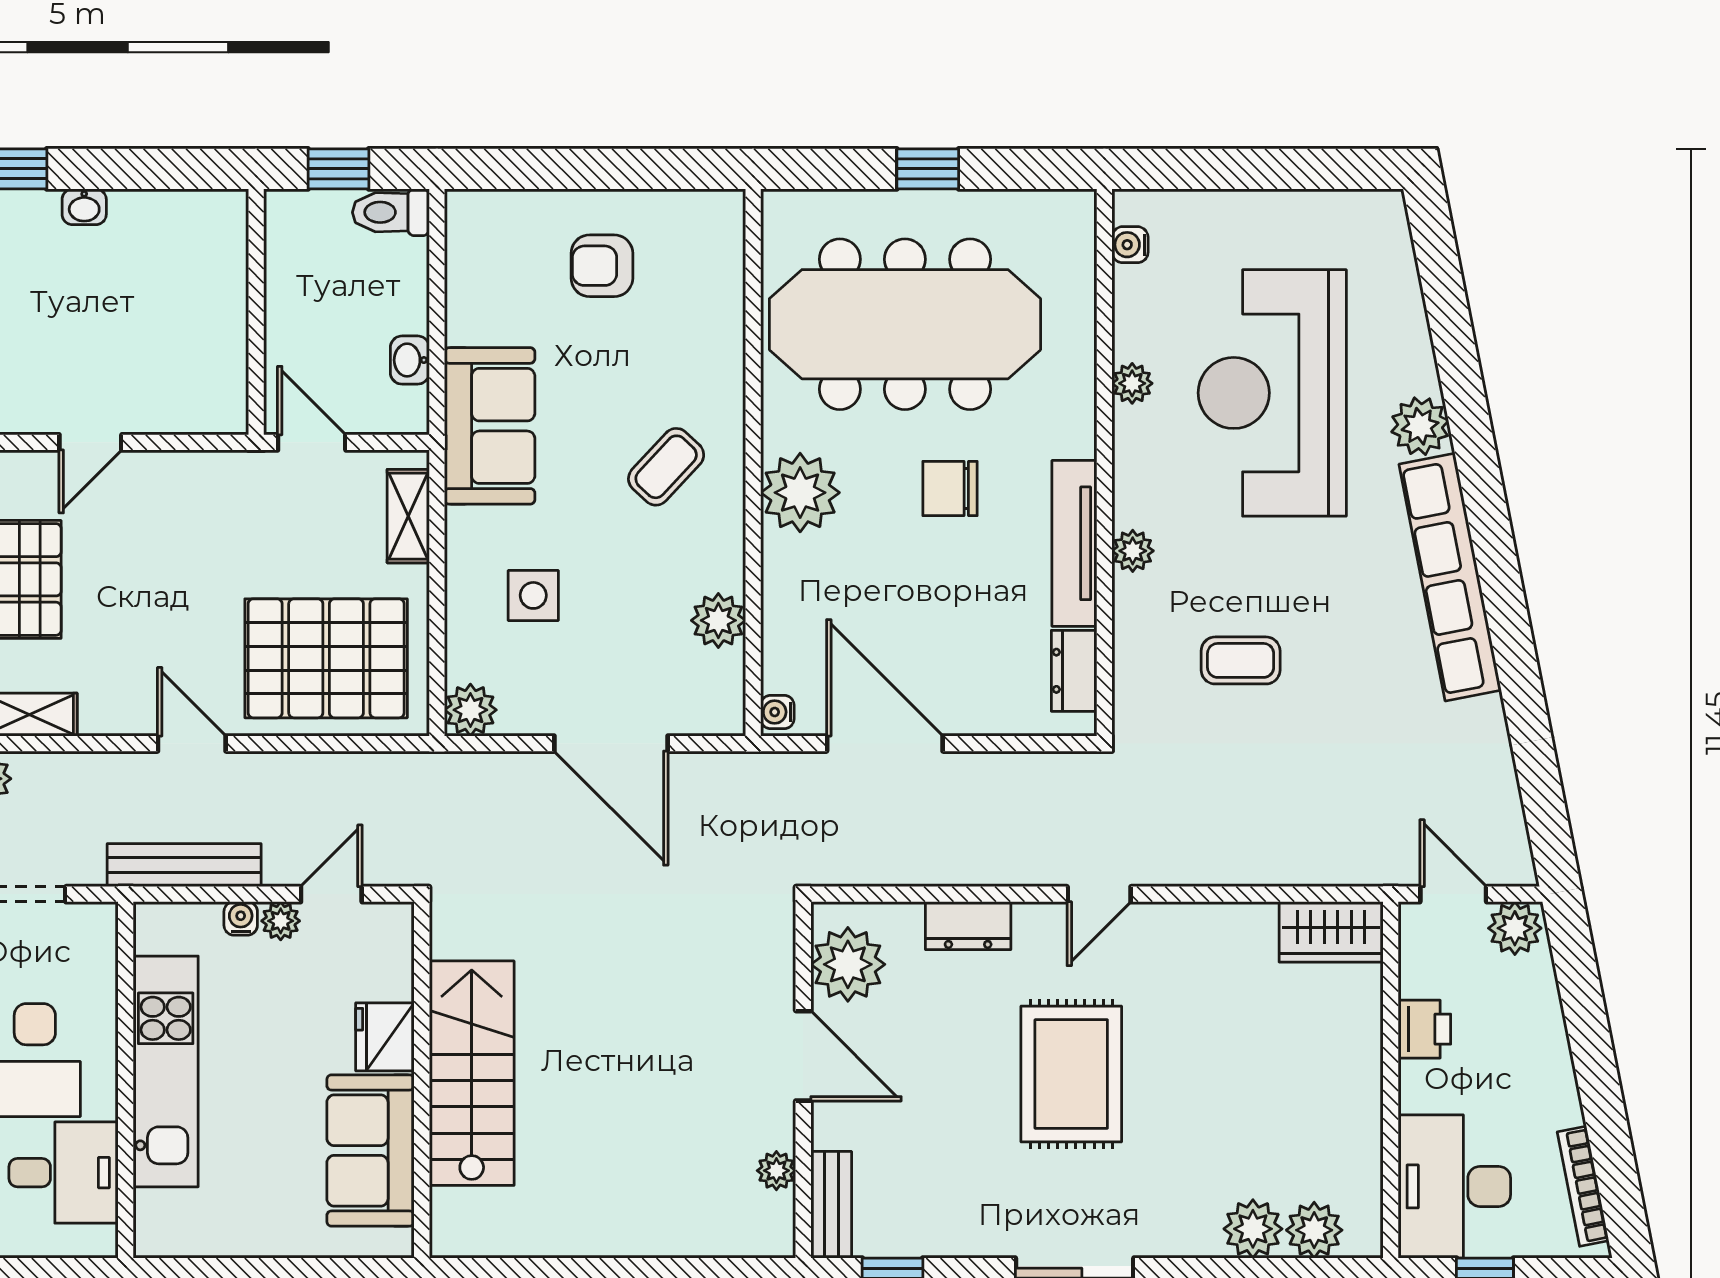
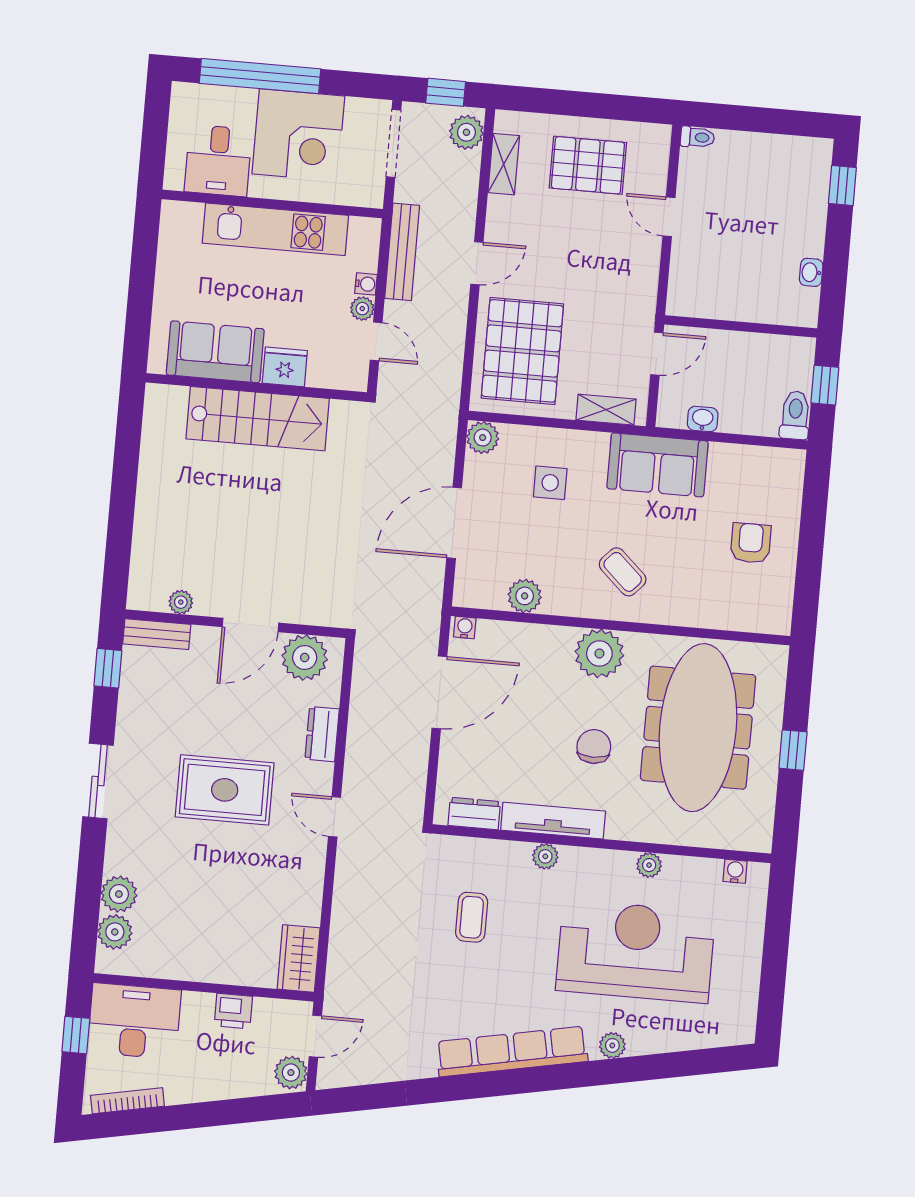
washbasin: (84, 207) -> (811, 272), moved
plant: (1420, 426) -> (612, 1045), width x0.73, depth x0.73

